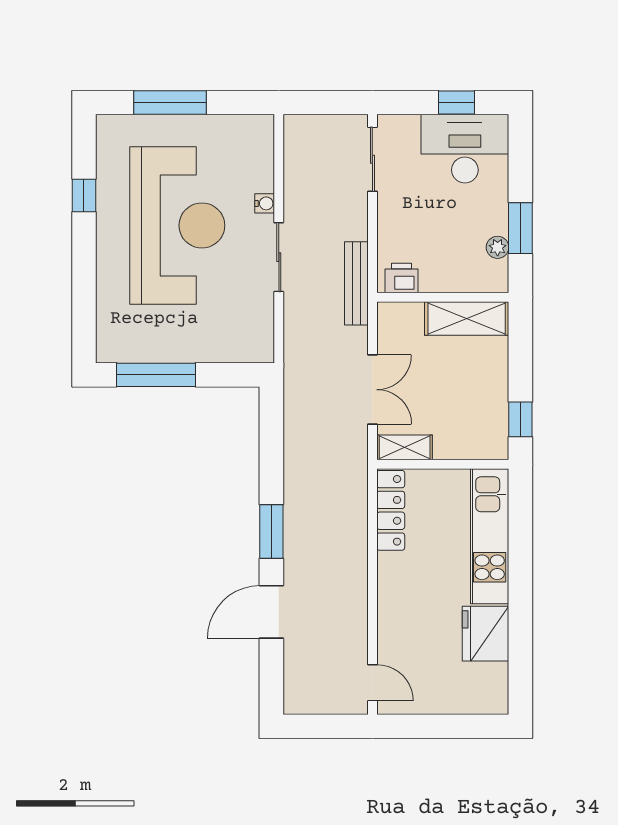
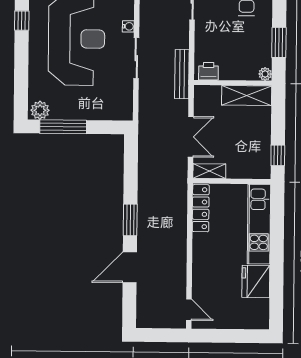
plant: (498, 247) -> (265, 74), moved
plant: (116, 347) -> (40, 110), added

